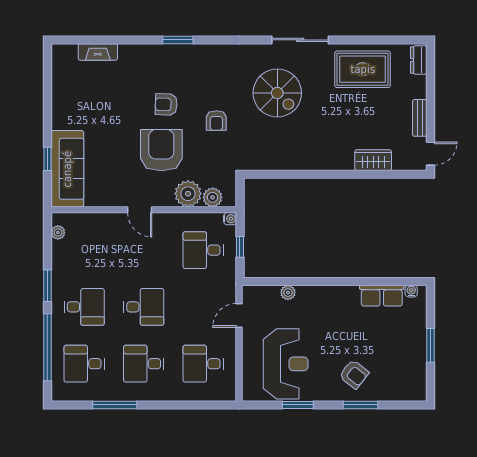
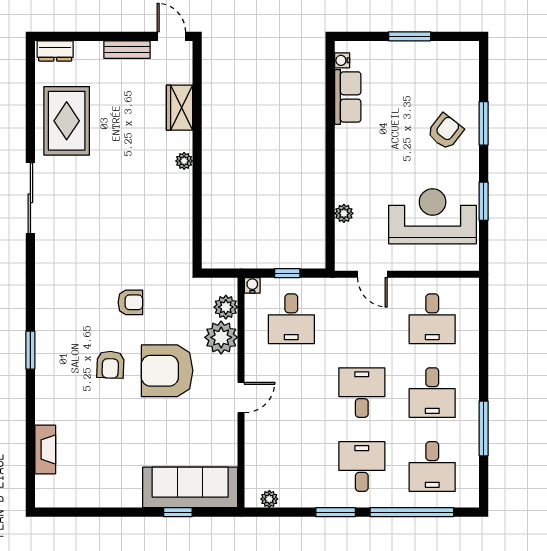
spiral stairs: (277, 93) -> (96, 227), removed
plant: (330, 164) -> (184, 161), added

